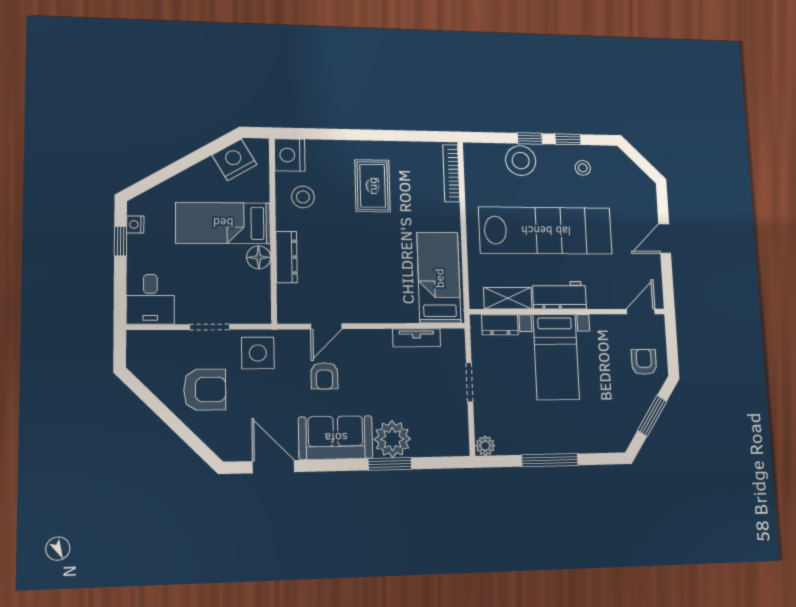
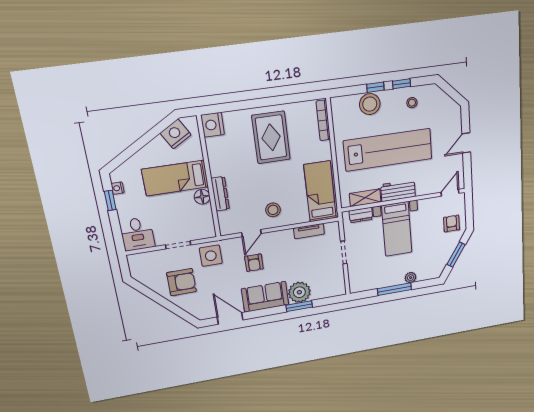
rug: (372, 186) -> (271, 137), width x1.36, depth x1.43
stool: (303, 197) -> (273, 210), moved
plant: (485, 446) -> (411, 278), moved

